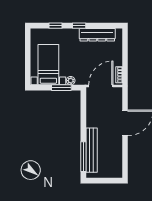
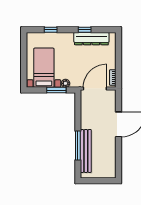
window: (79, 26) -> (85, 30), moved
window: (83, 157) -> (78, 146), moved

